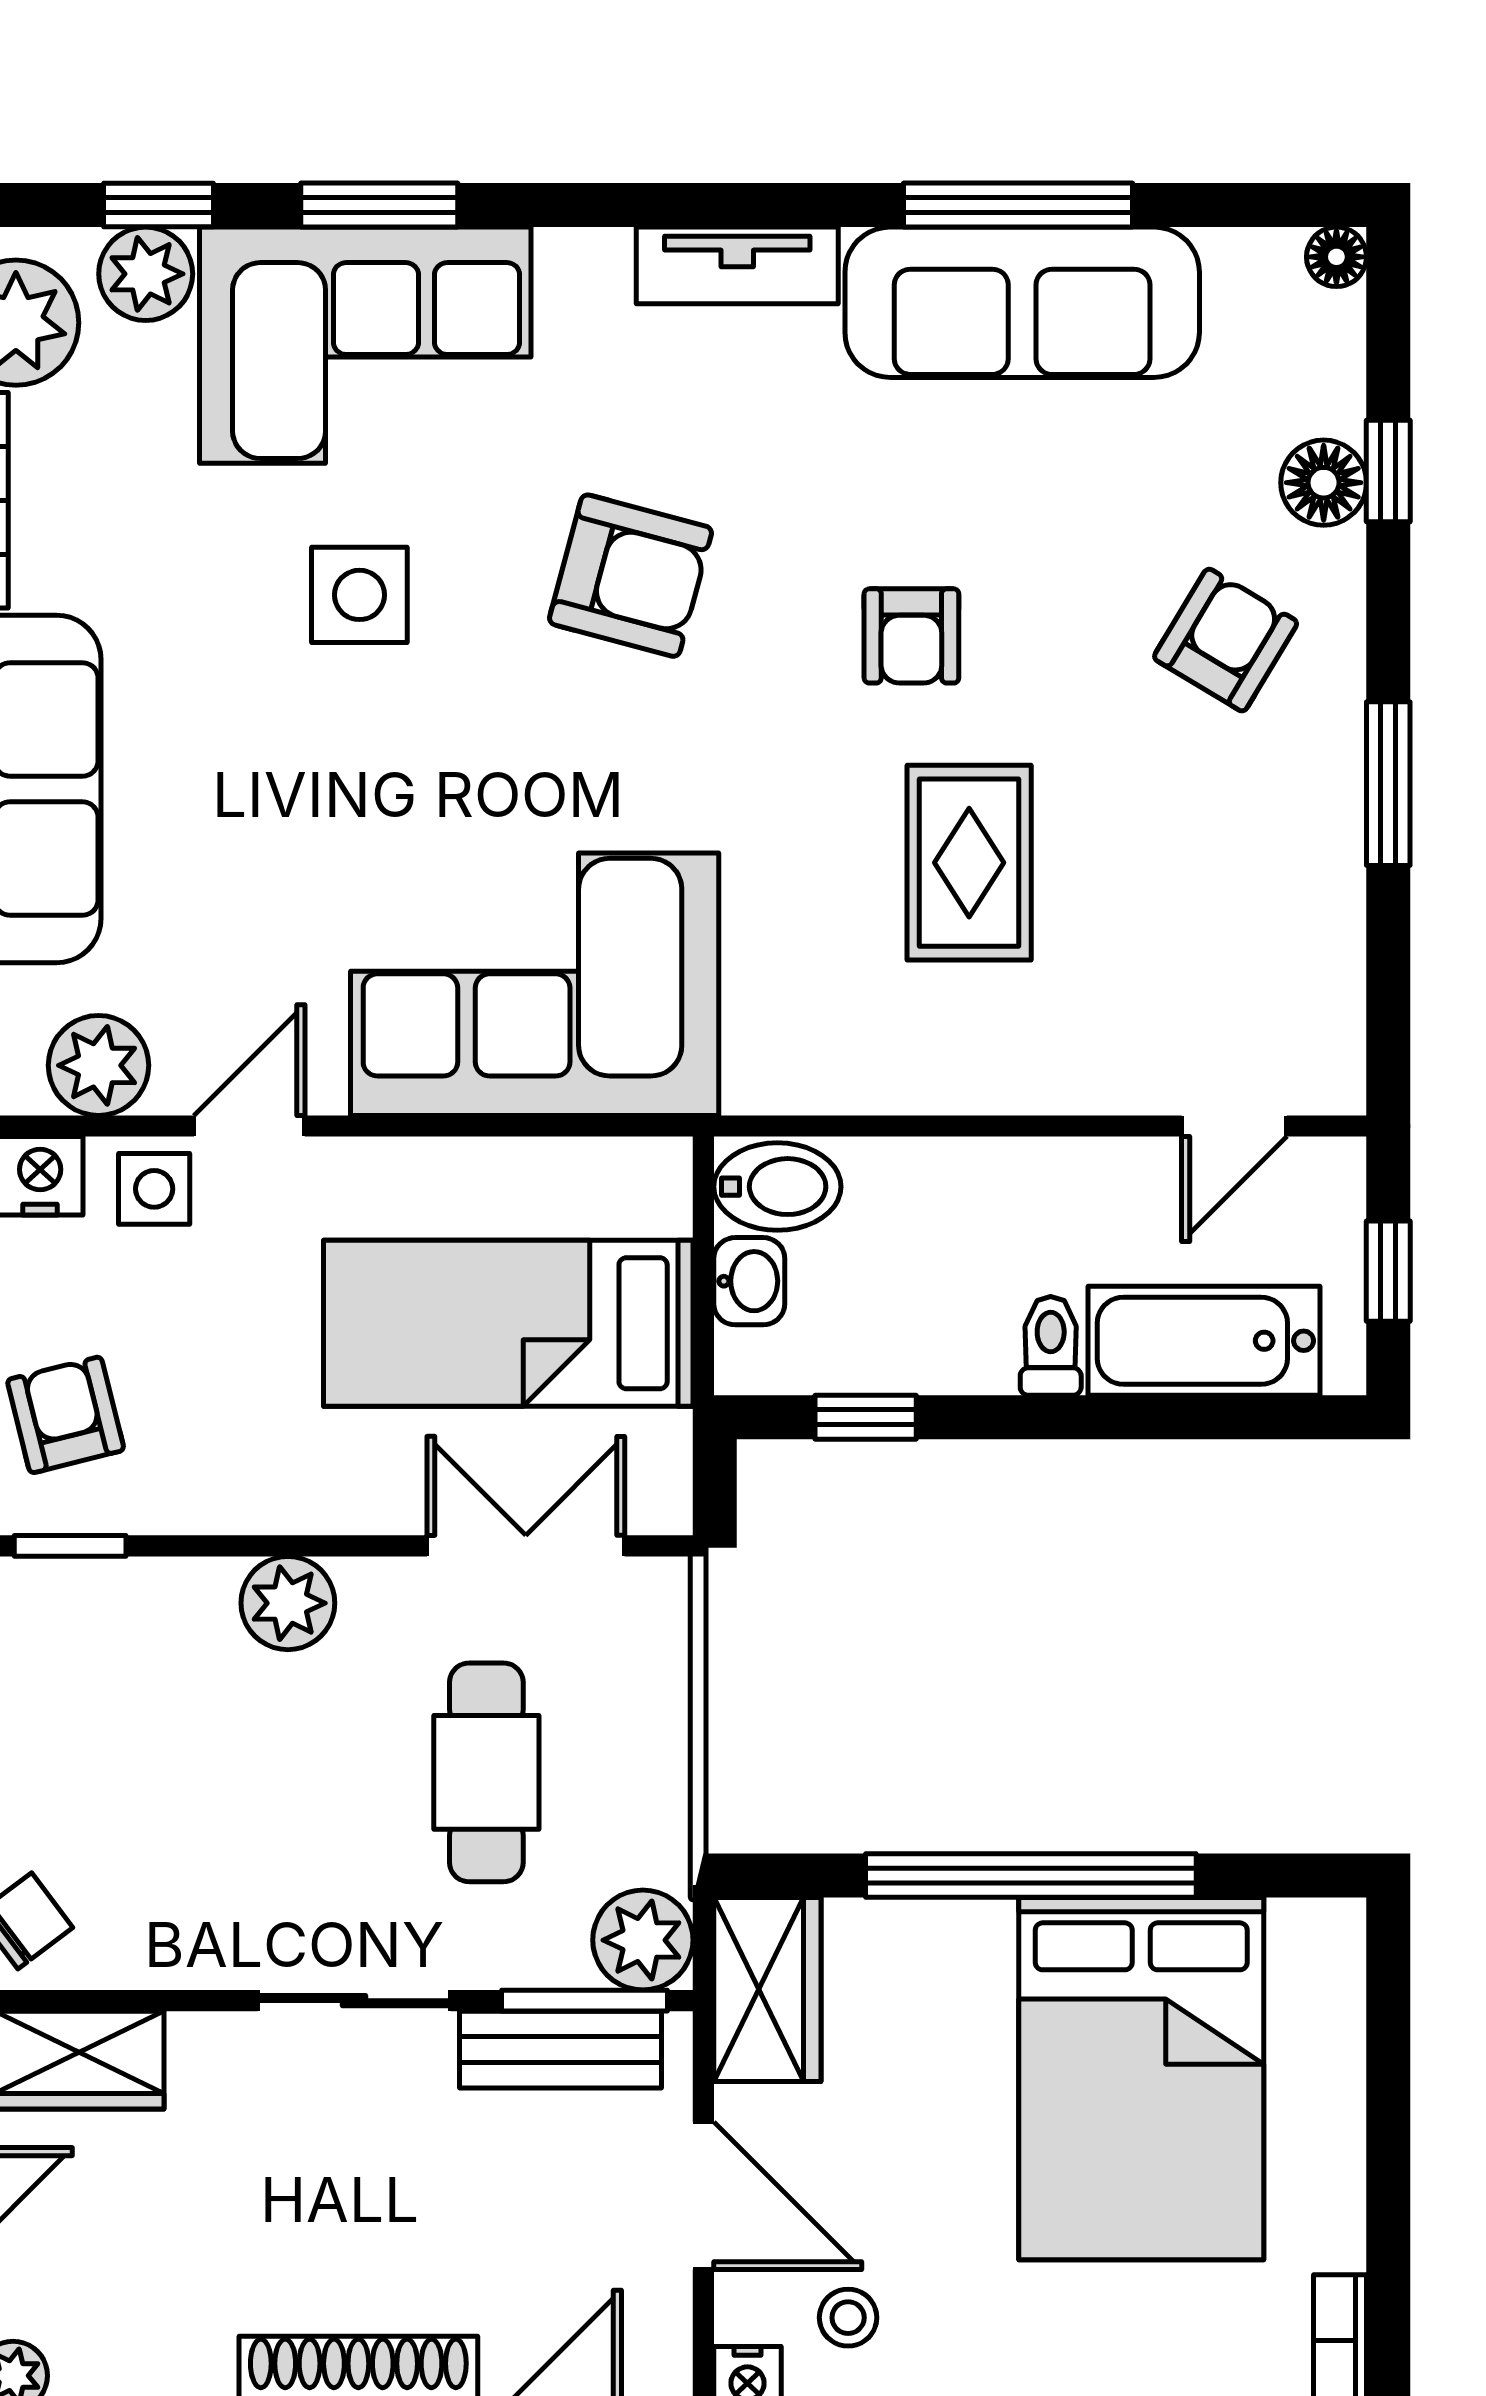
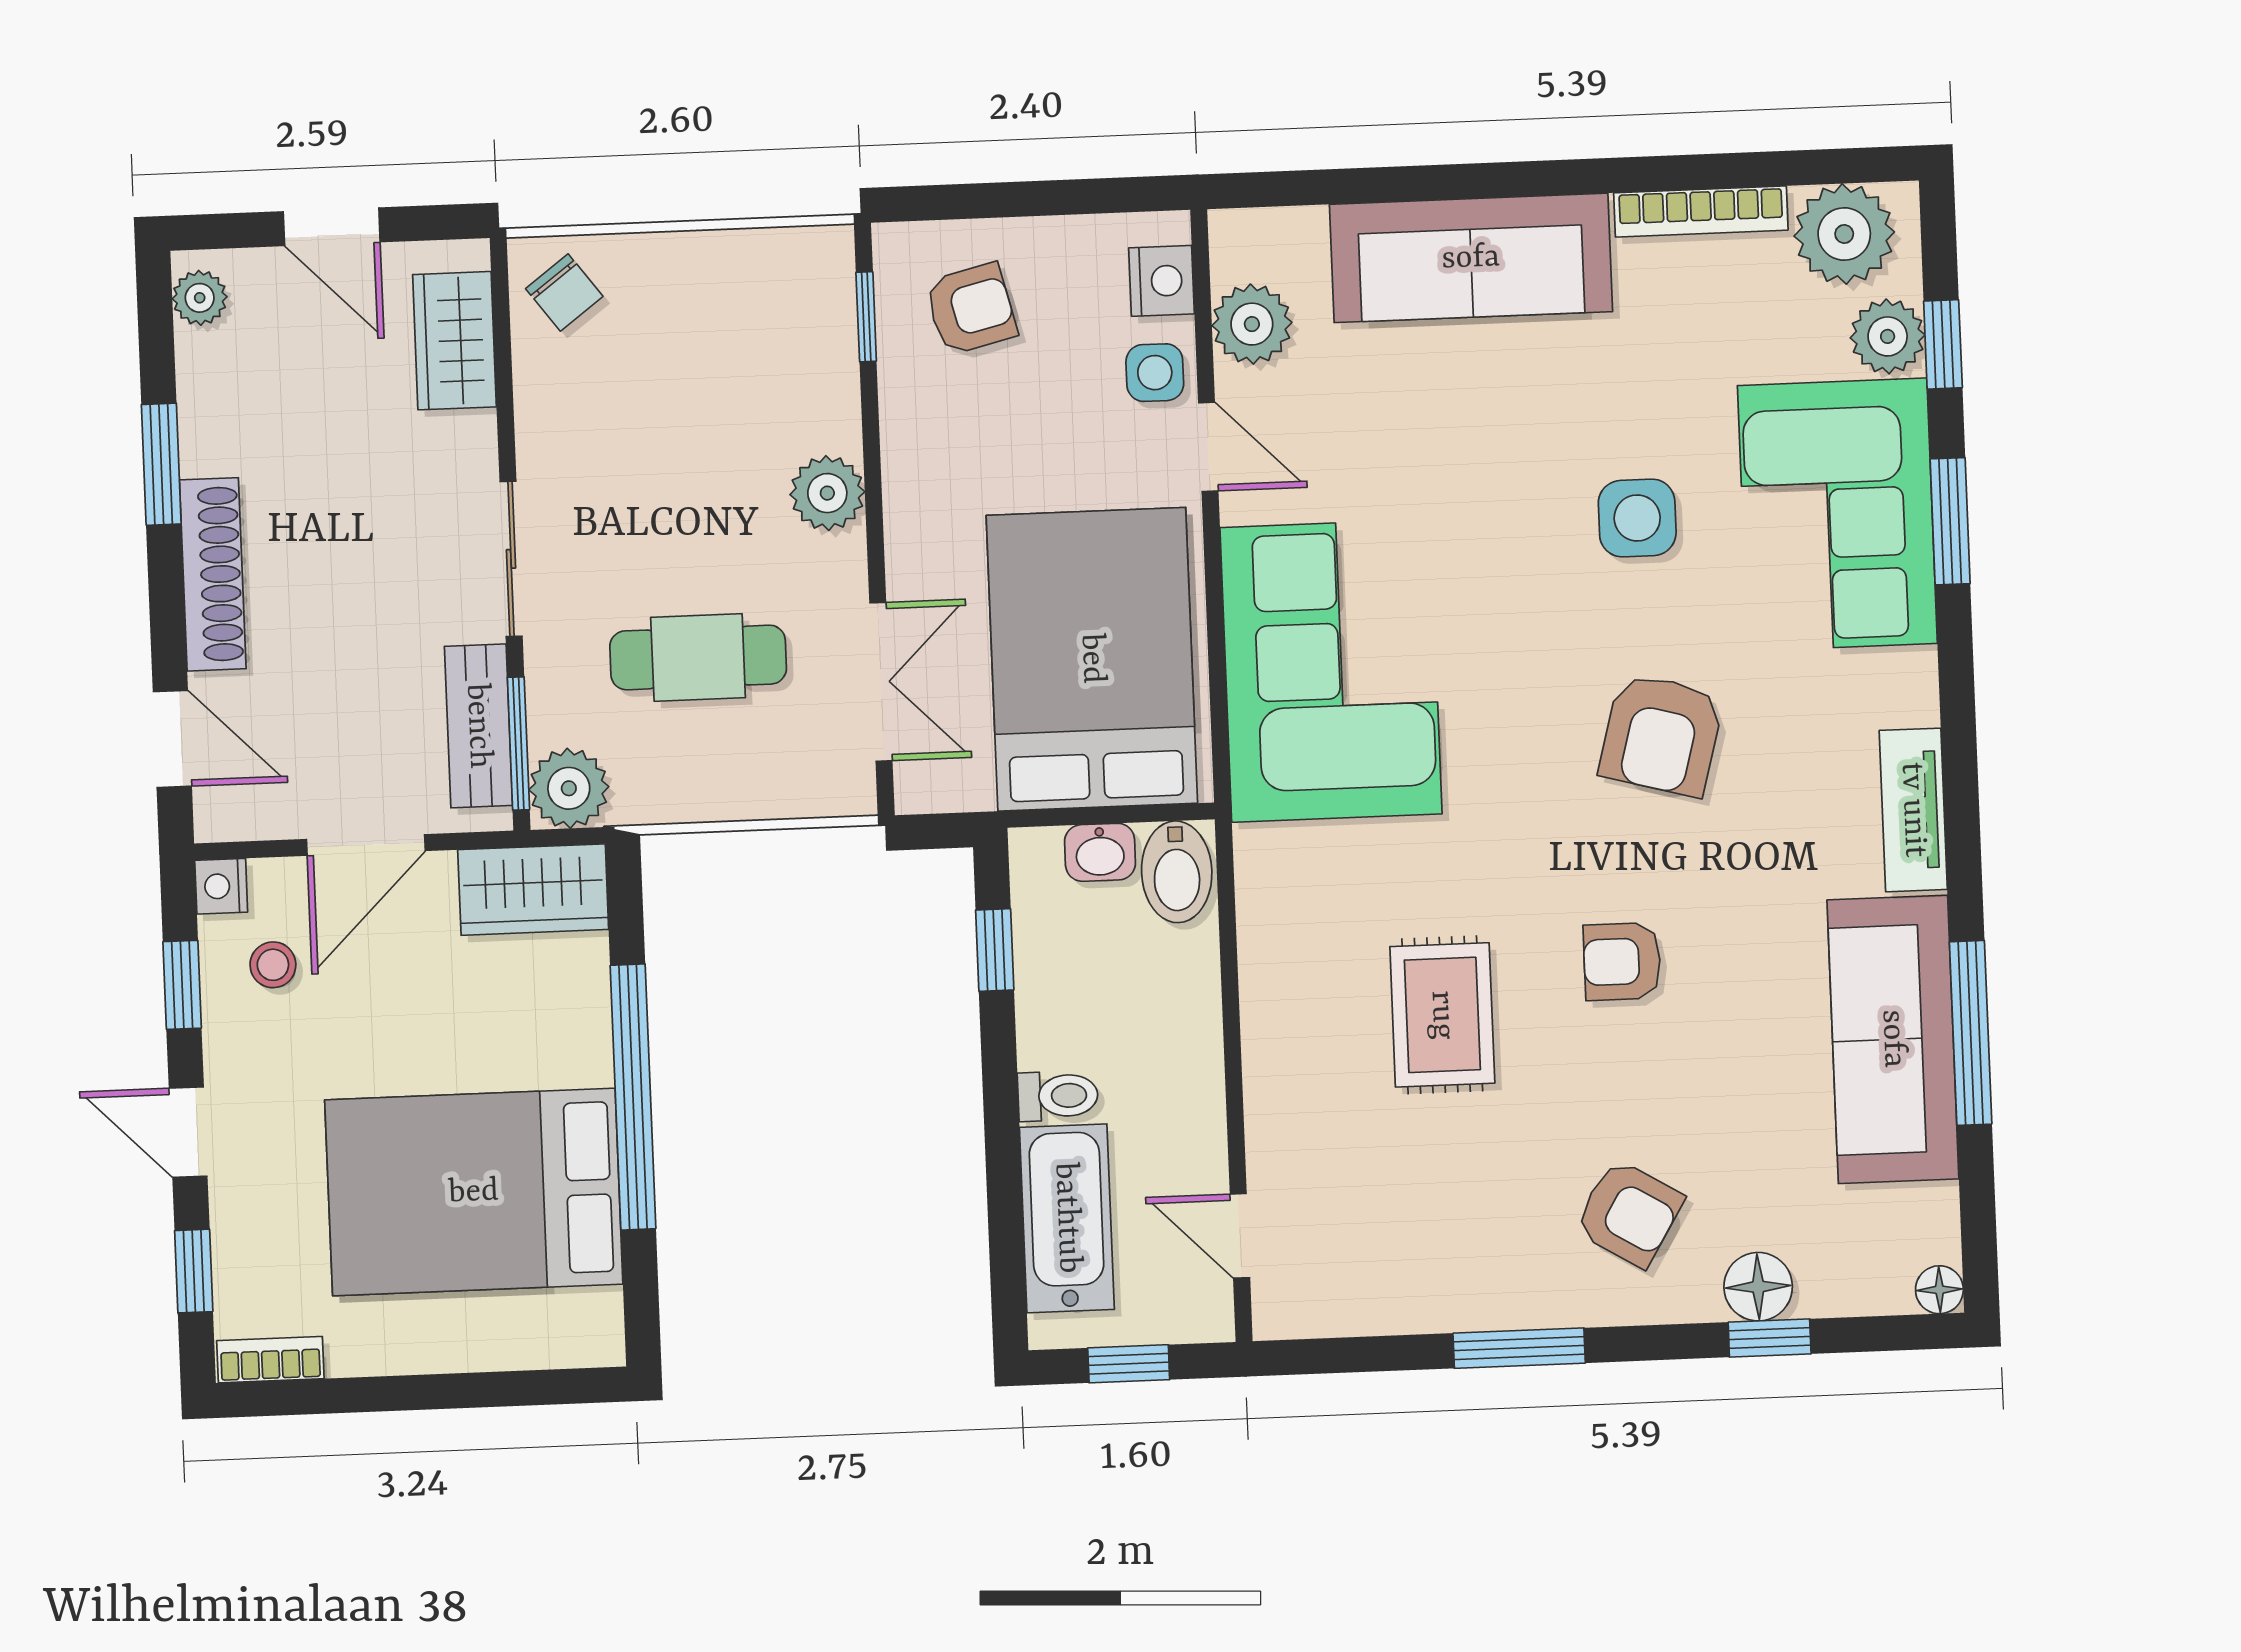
rug: (969, 863) -> (1442, 1015), turned 90
bed: (508, 1323) -> (1092, 659), width x1.50

